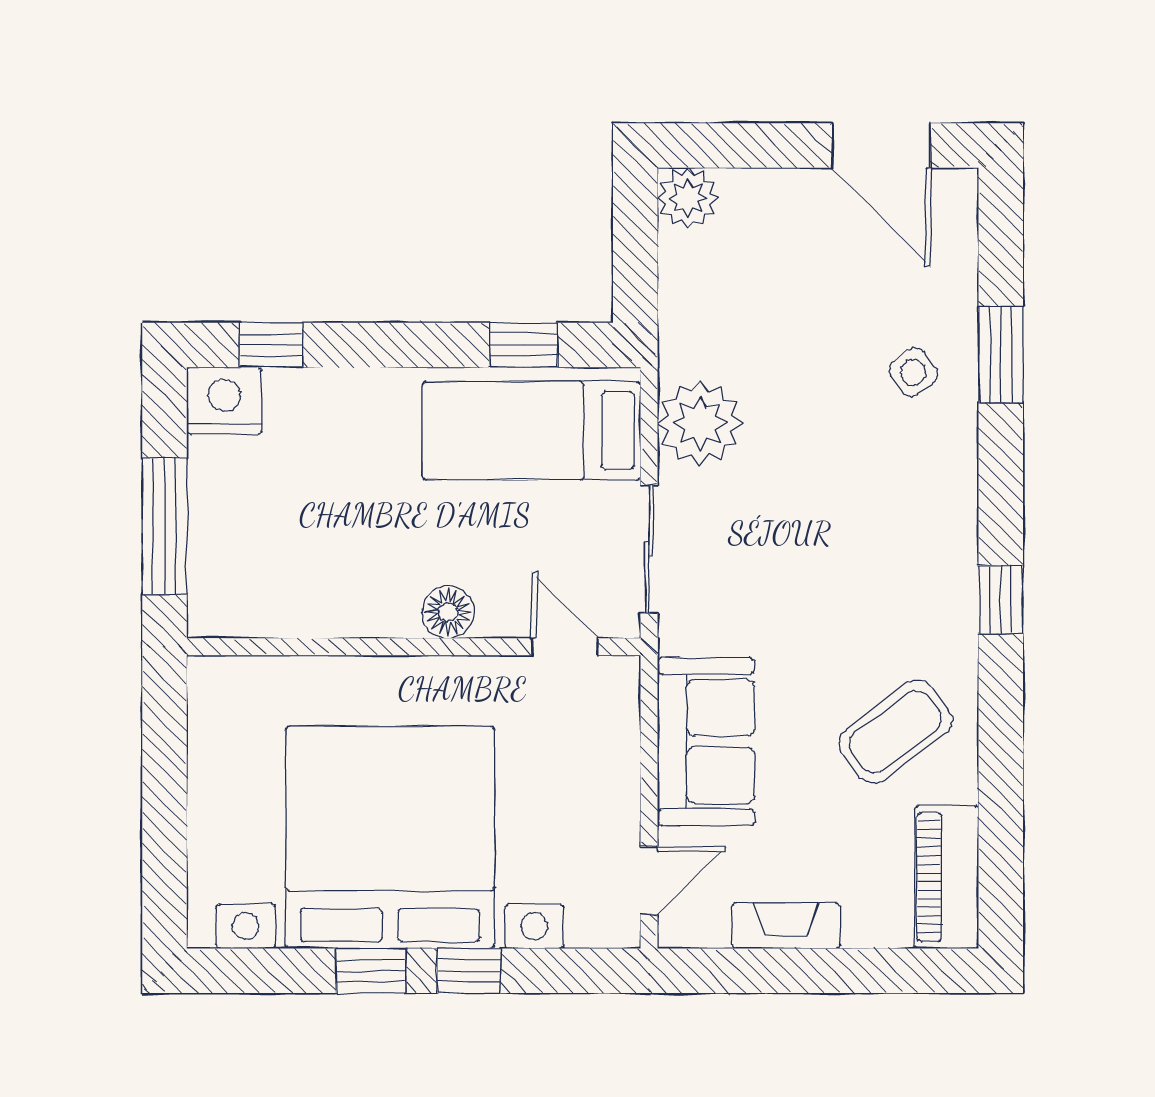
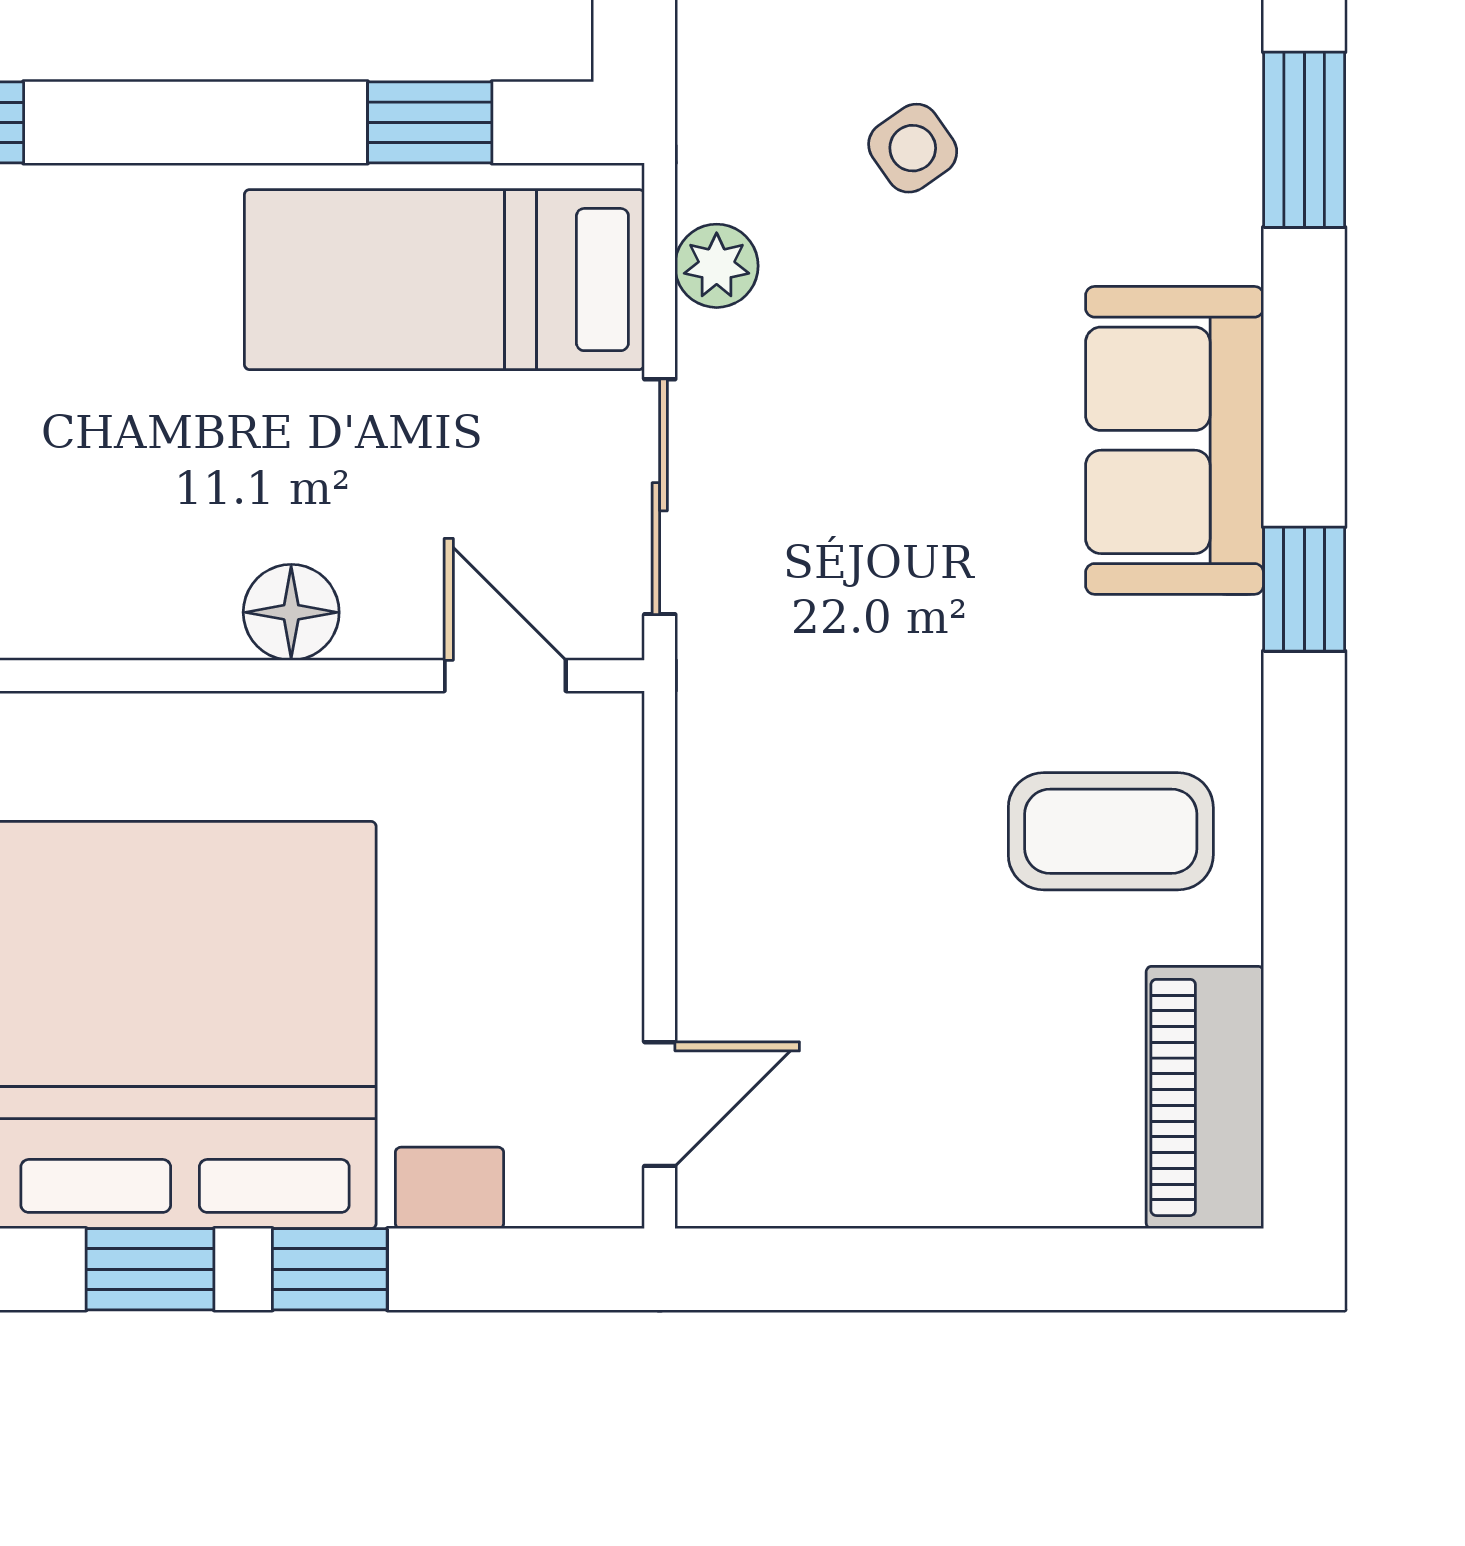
side table: (913, 372) -> (913, 148), moved
plant: (700, 423) -> (717, 266), width x0.53, depth x0.53
coffee table: (895, 732) -> (1111, 831), turned 37
sofa: (706, 741) -> (1175, 440), moved, turned 180
fireplace: (786, 926) -> (911, 1187), removed

